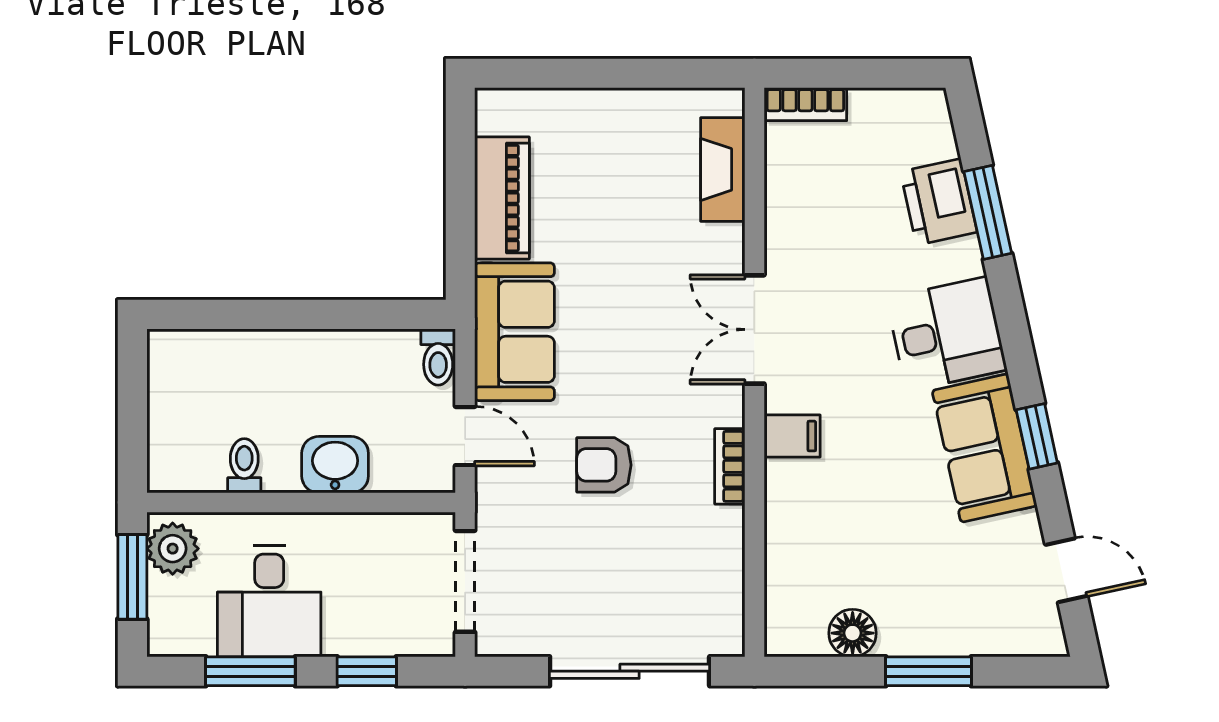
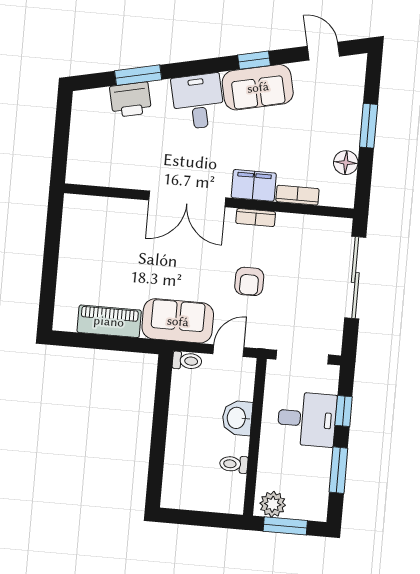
bookcase: (805, 104) -> (297, 195), moved, turned -90
fireplace: (723, 169) -> (104, 208), removed
double door: (754, 329) -> (187, 199), width x1.37
filing cabinet: (792, 436) -> (254, 185), width x2.00
door: (1066, 570) -> (323, 51), hinge flipped
desk: (269, 601) -> (307, 419), moved

